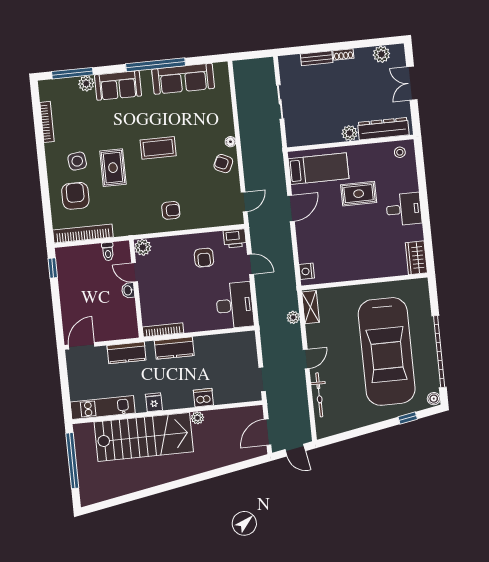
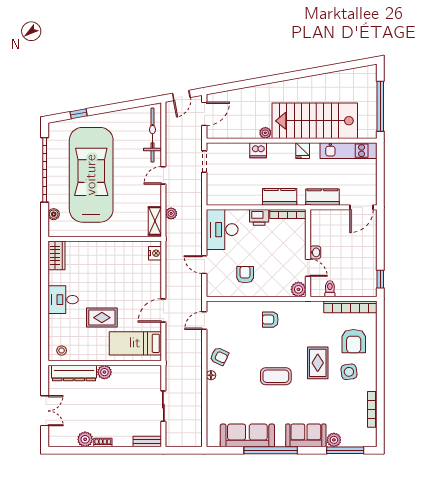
plant: (381, 54) -> (85, 439), moved
bench: (317, 58) -> (147, 442), moved
printer: (235, 238) -> (259, 217), moved, turned 180
bicycle: (319, 395) -> (152, 135), width x1.37, depth x1.40
boiler: (434, 399) -> (54, 214), moved
door: (295, 450) -> (181, 95), swing flipped

